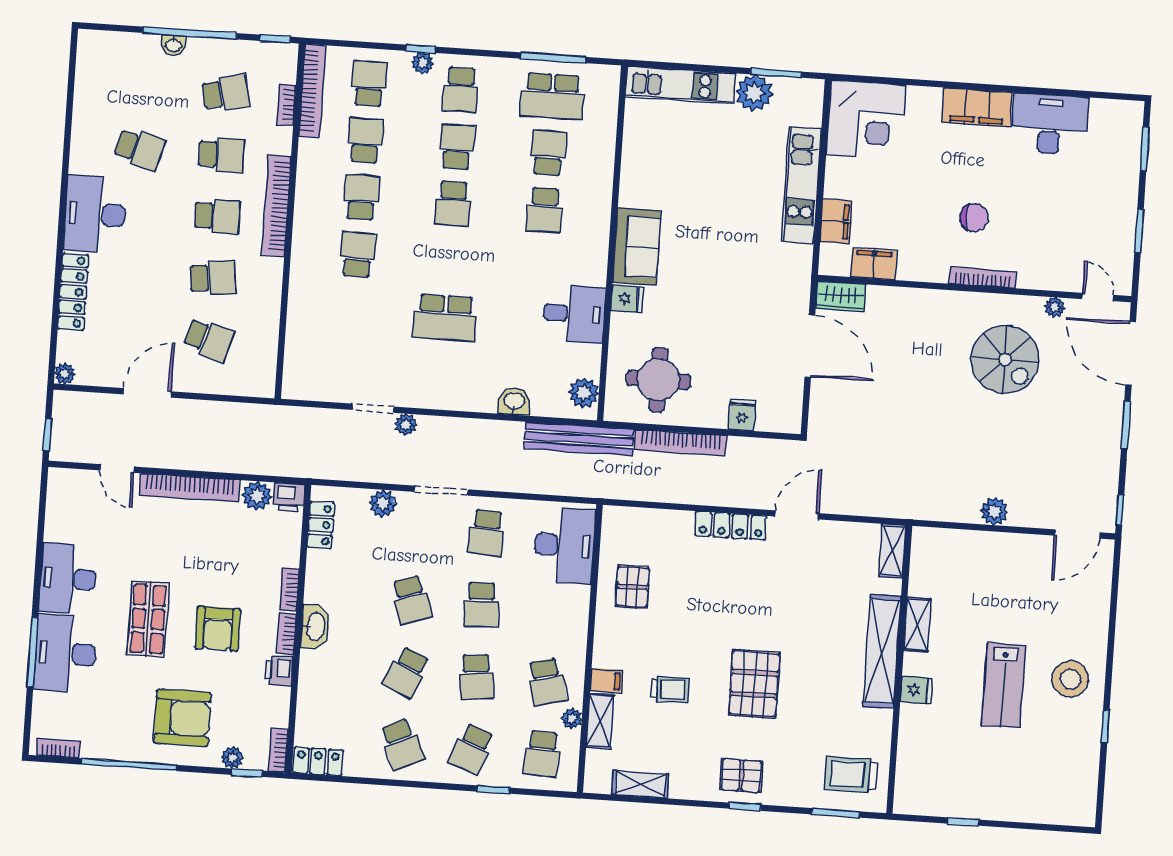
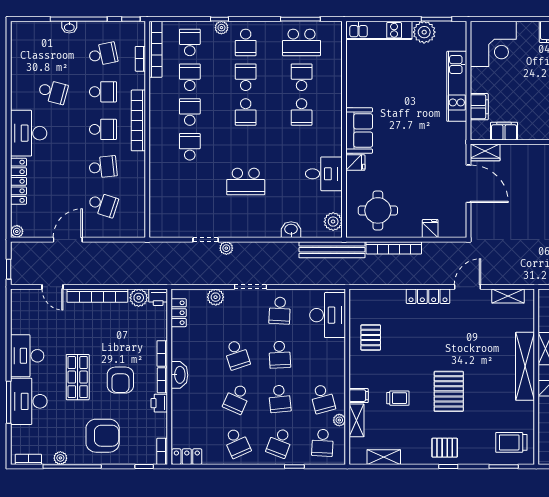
shelving: (892, 551) -> (508, 296), moved, turned 90
plant: (232, 758) -> (60, 458), moved

